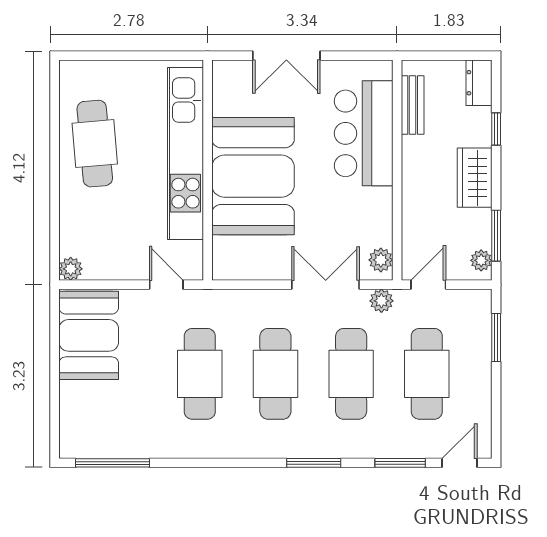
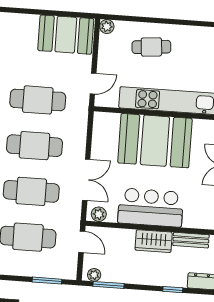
bar counter: (364, 133) -> (151, 208), moved
cafe table: (95, 144) -> (151, 47), moved, width x0.73, depth x0.74
wardrobe: (475, 178) -> (154, 241), moved, turned 180
plant: (381, 301) -> (74, 213), removed

